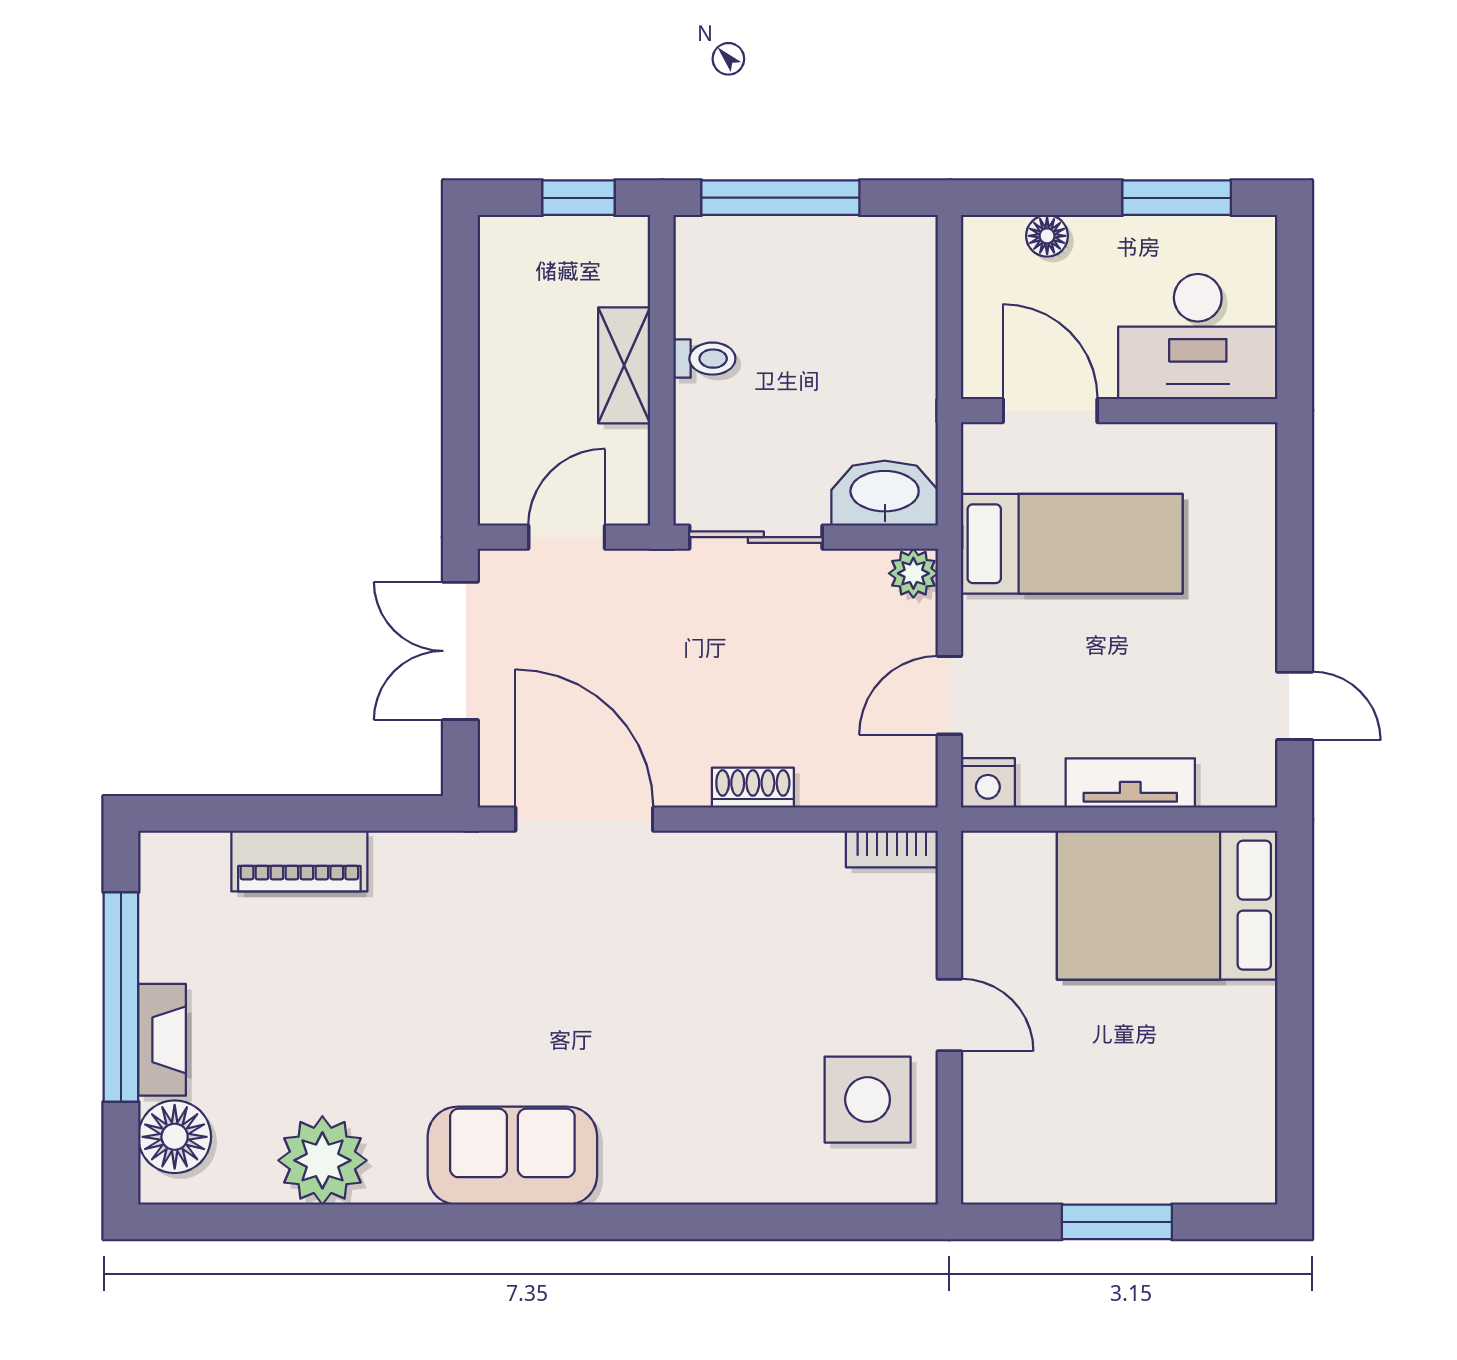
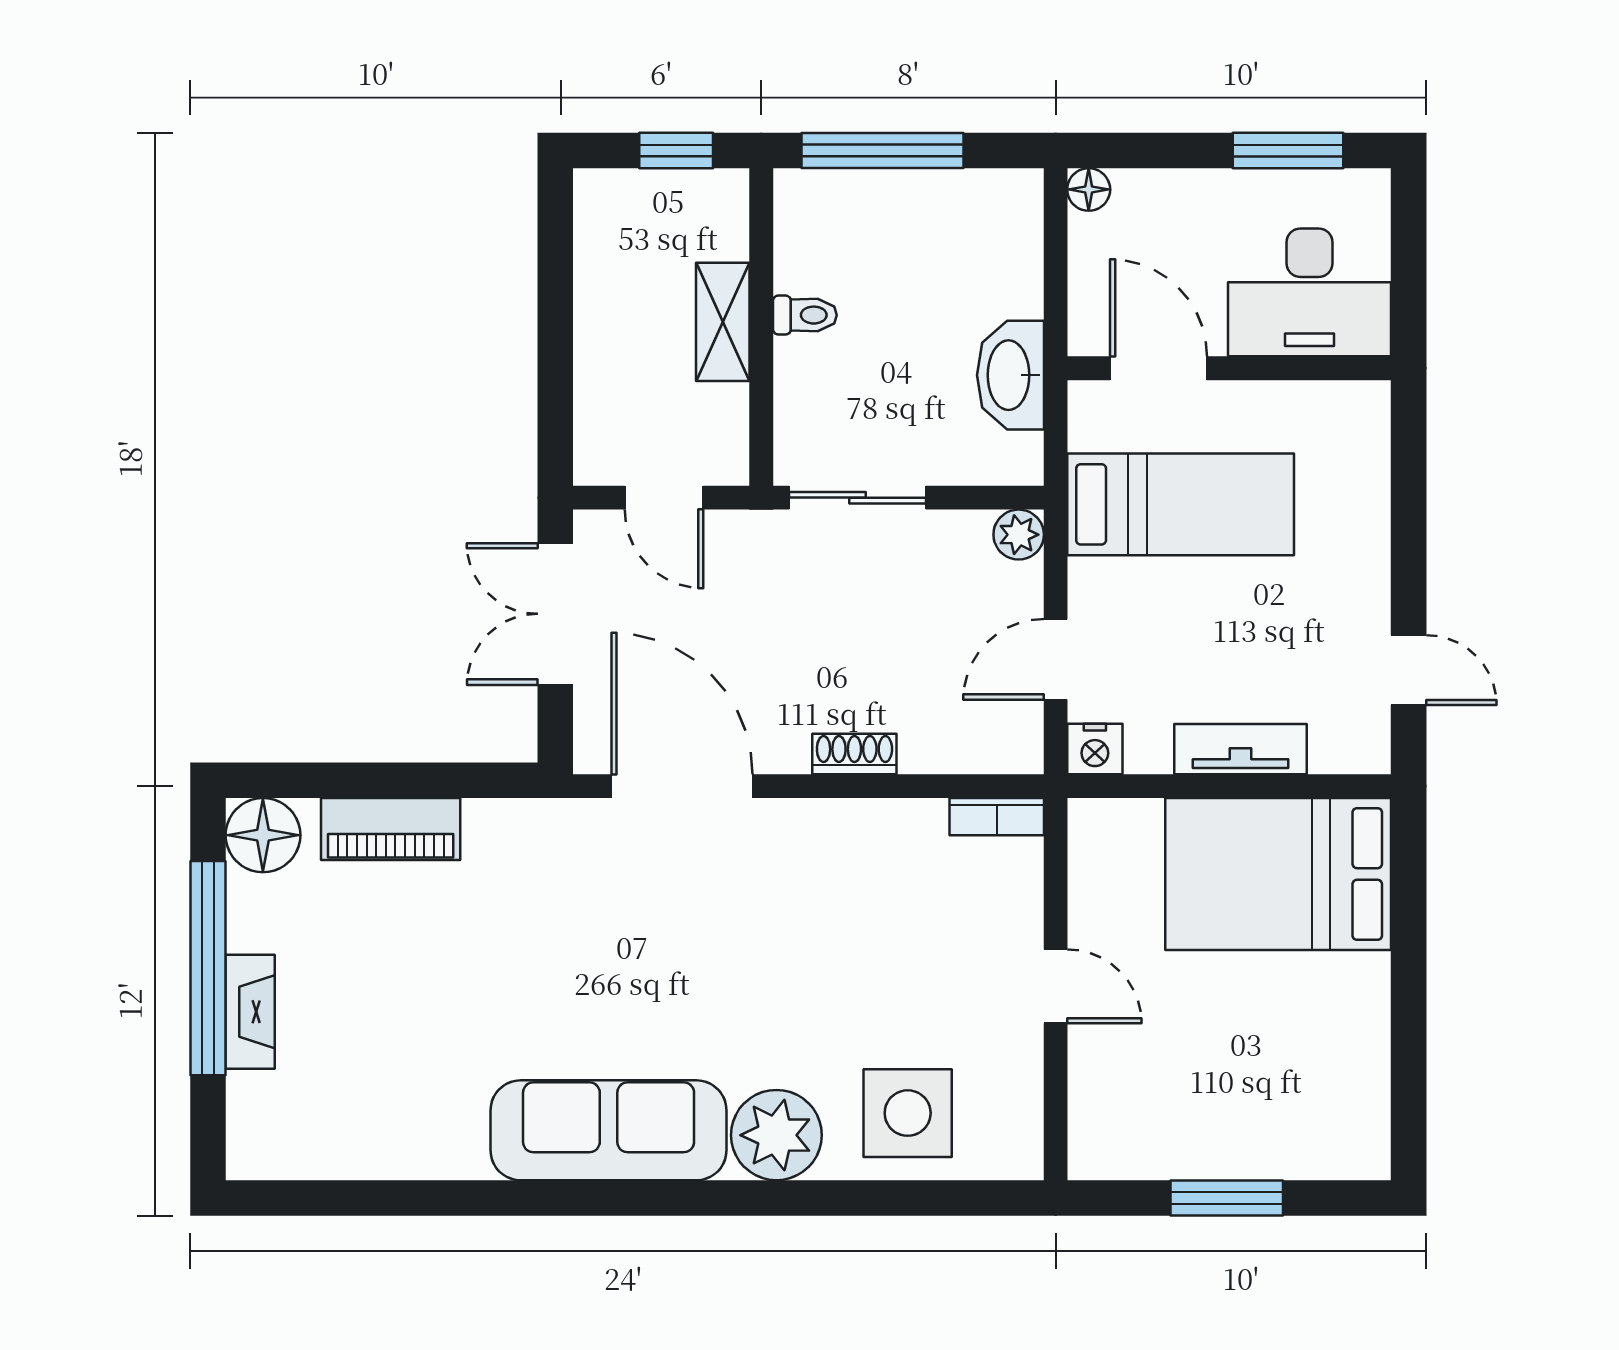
floor lamp: (1047, 236) -> (1089, 189), moved
washbasin: (885, 493) -> (1010, 375), moved, turned -90
door: (567, 537) -> (664, 498), swing flipped
side table: (868, 1100) -> (908, 1113), moved
floor lamp: (175, 1137) -> (263, 835), moved
sofa: (512, 1156) -> (609, 1130), width x1.36
plant: (322, 1160) -> (776, 1135), moved

